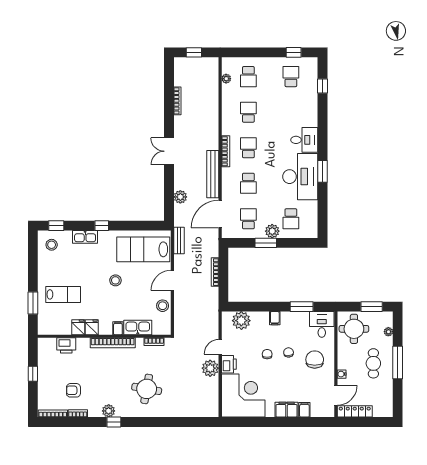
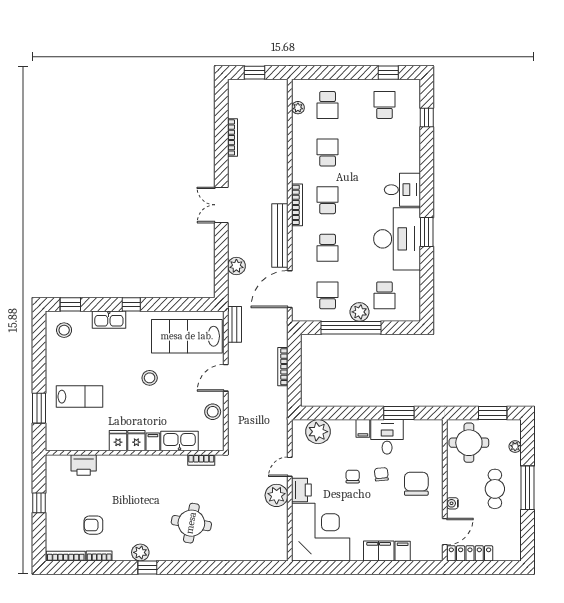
window: (266, 243) -> (351, 328), width x2.11
desk: (322, 324) -> (387, 437), moved
fridge: (78, 327) -> (136, 441), moved
bookcase: (113, 343) -> (146, 461), removed

